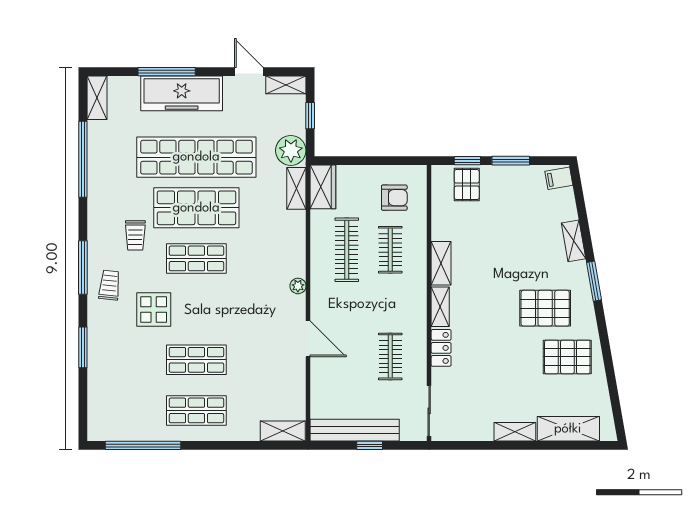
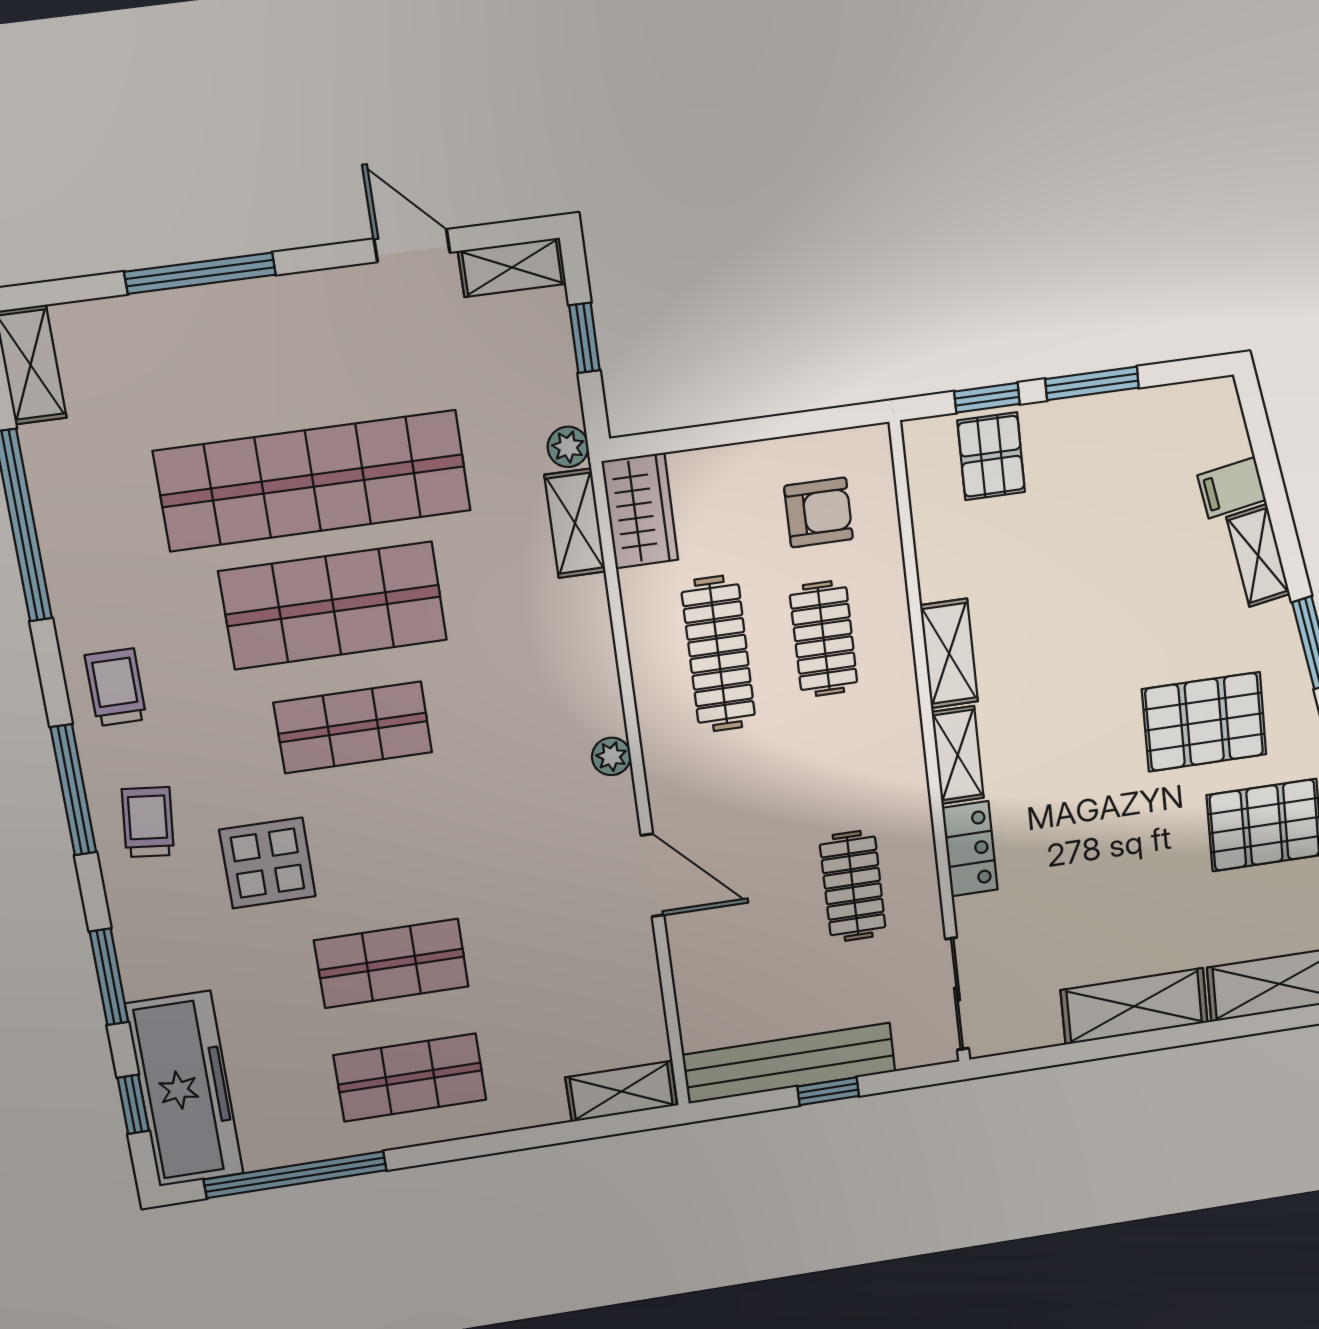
freezer: (182, 93) -> (185, 1089), moved, turned -90
plant: (291, 150) -> (568, 447), width x0.53, depth x0.53
filing cabinet: (559, 178) -> (1232, 488), moved
trolley: (135, 235) -> (116, 687), moved, turned 180
window: (83, 404) -> (133, 1104), added
shelving: (515, 432) -> (1134, 1006), width x1.50, depth x1.33

